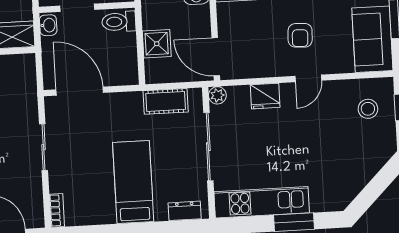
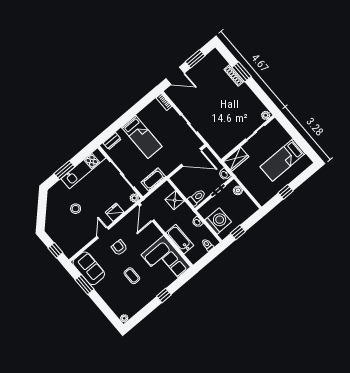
door: (216, 57) -> (147, 213), swing flipped
stool: (368, 109) -> (76, 209), moved

